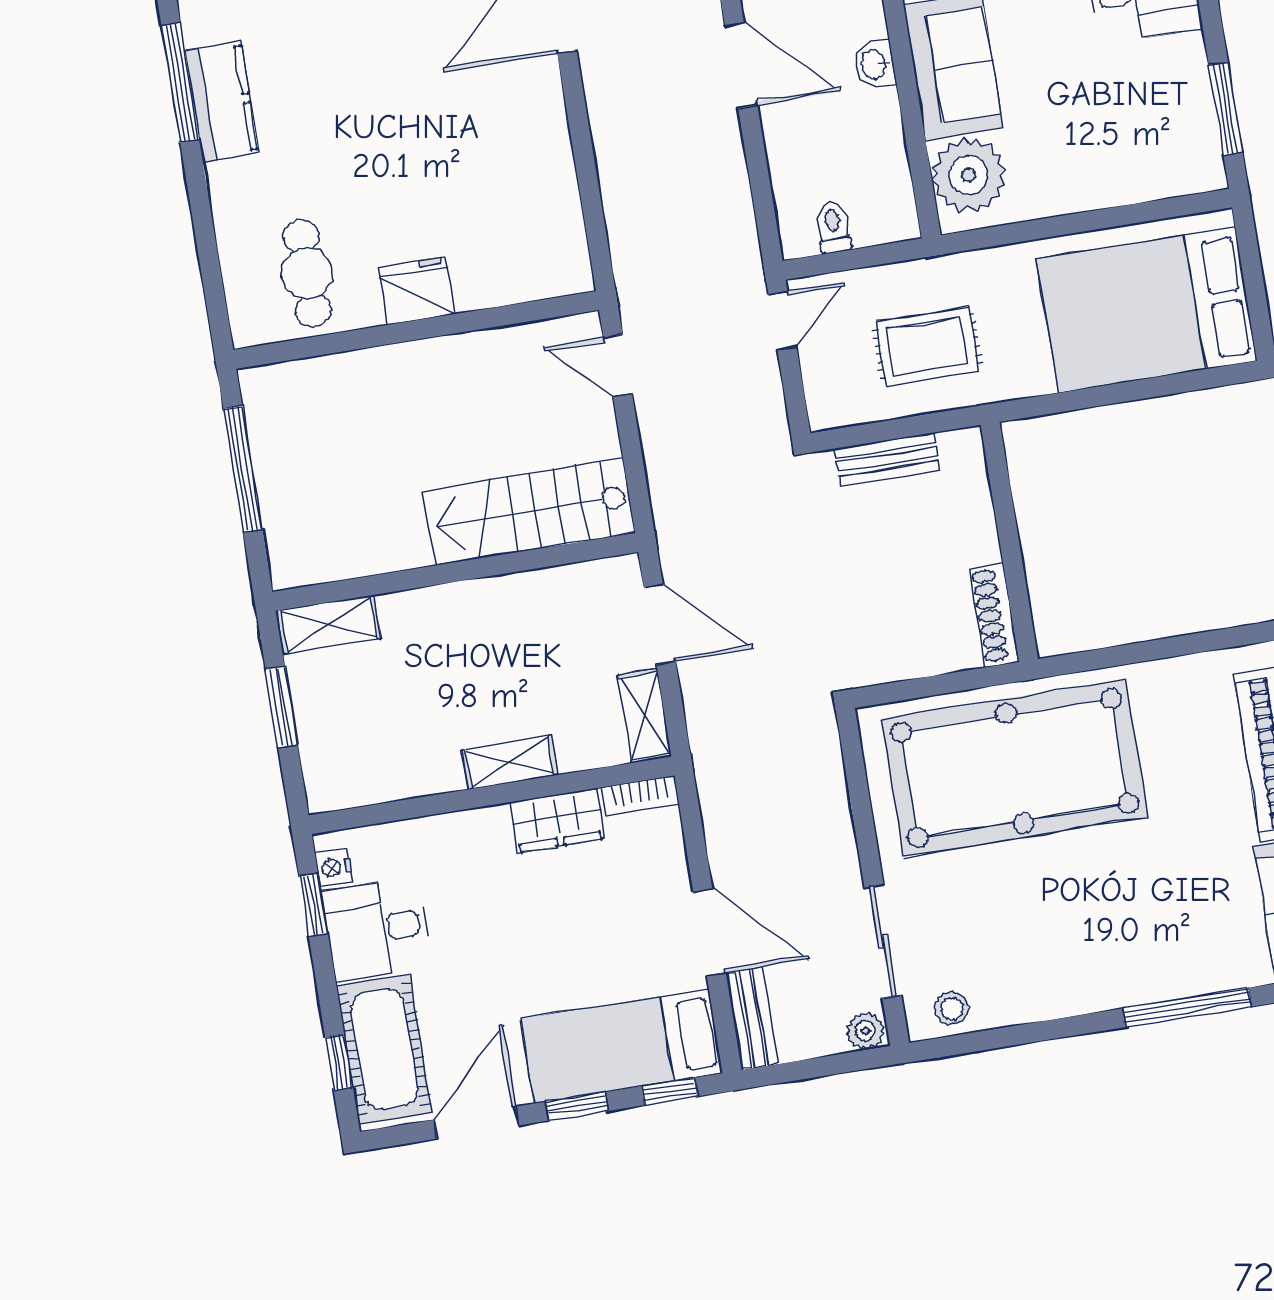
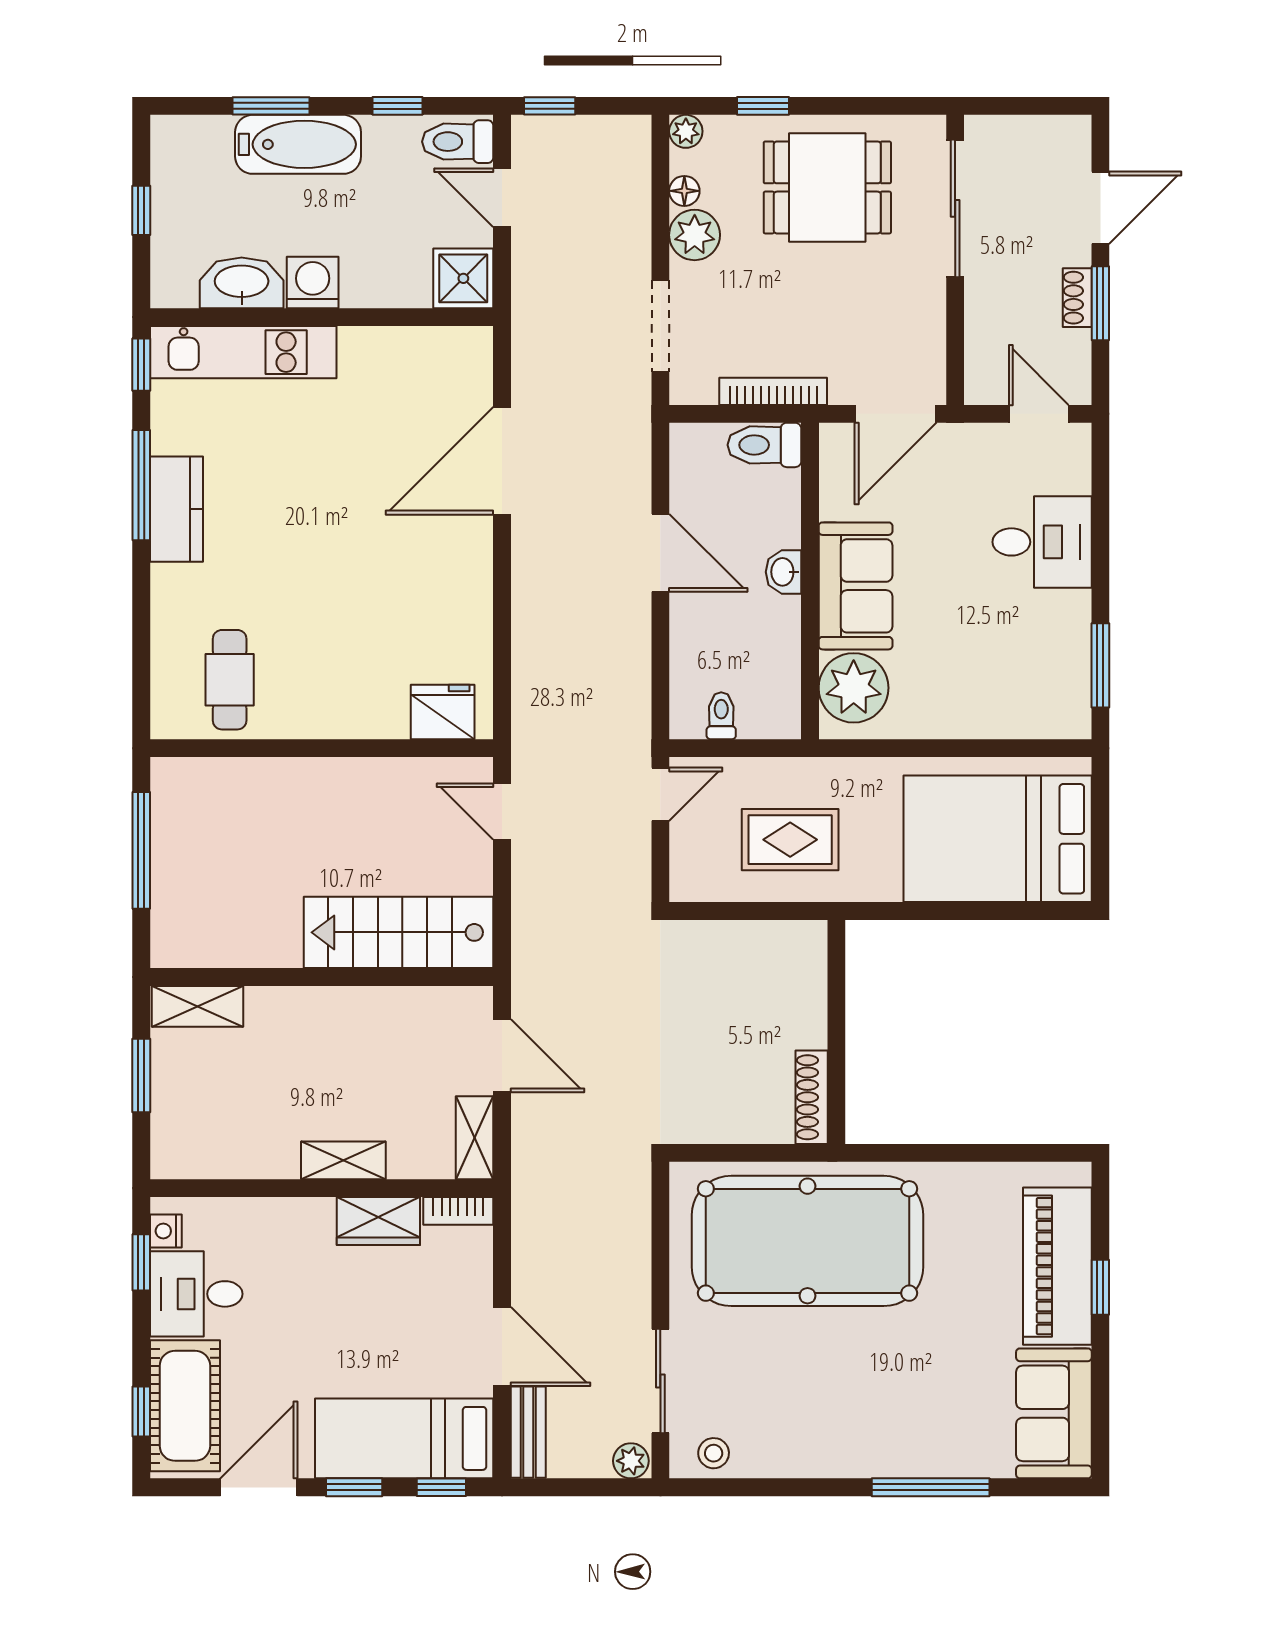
fridge: (416, 291) -> (443, 712), moved
bench: (887, 459) -> (736, 938), removed

